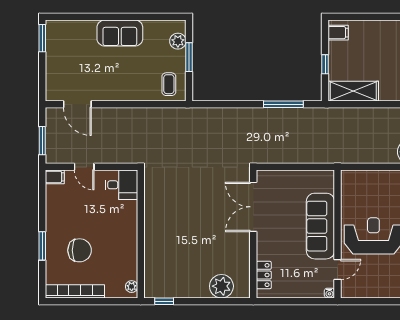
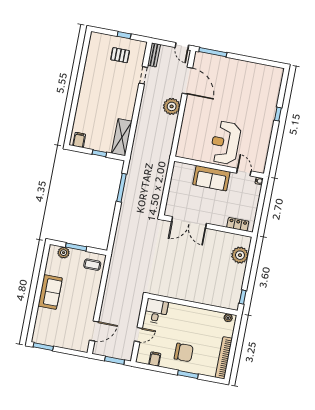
filing cabinet: (55, 177) -> (155, 359), moved
sofa: (320, 226) -> (211, 178), width x0.73
chair: (80, 250) -> (184, 352), moved, turned 90

